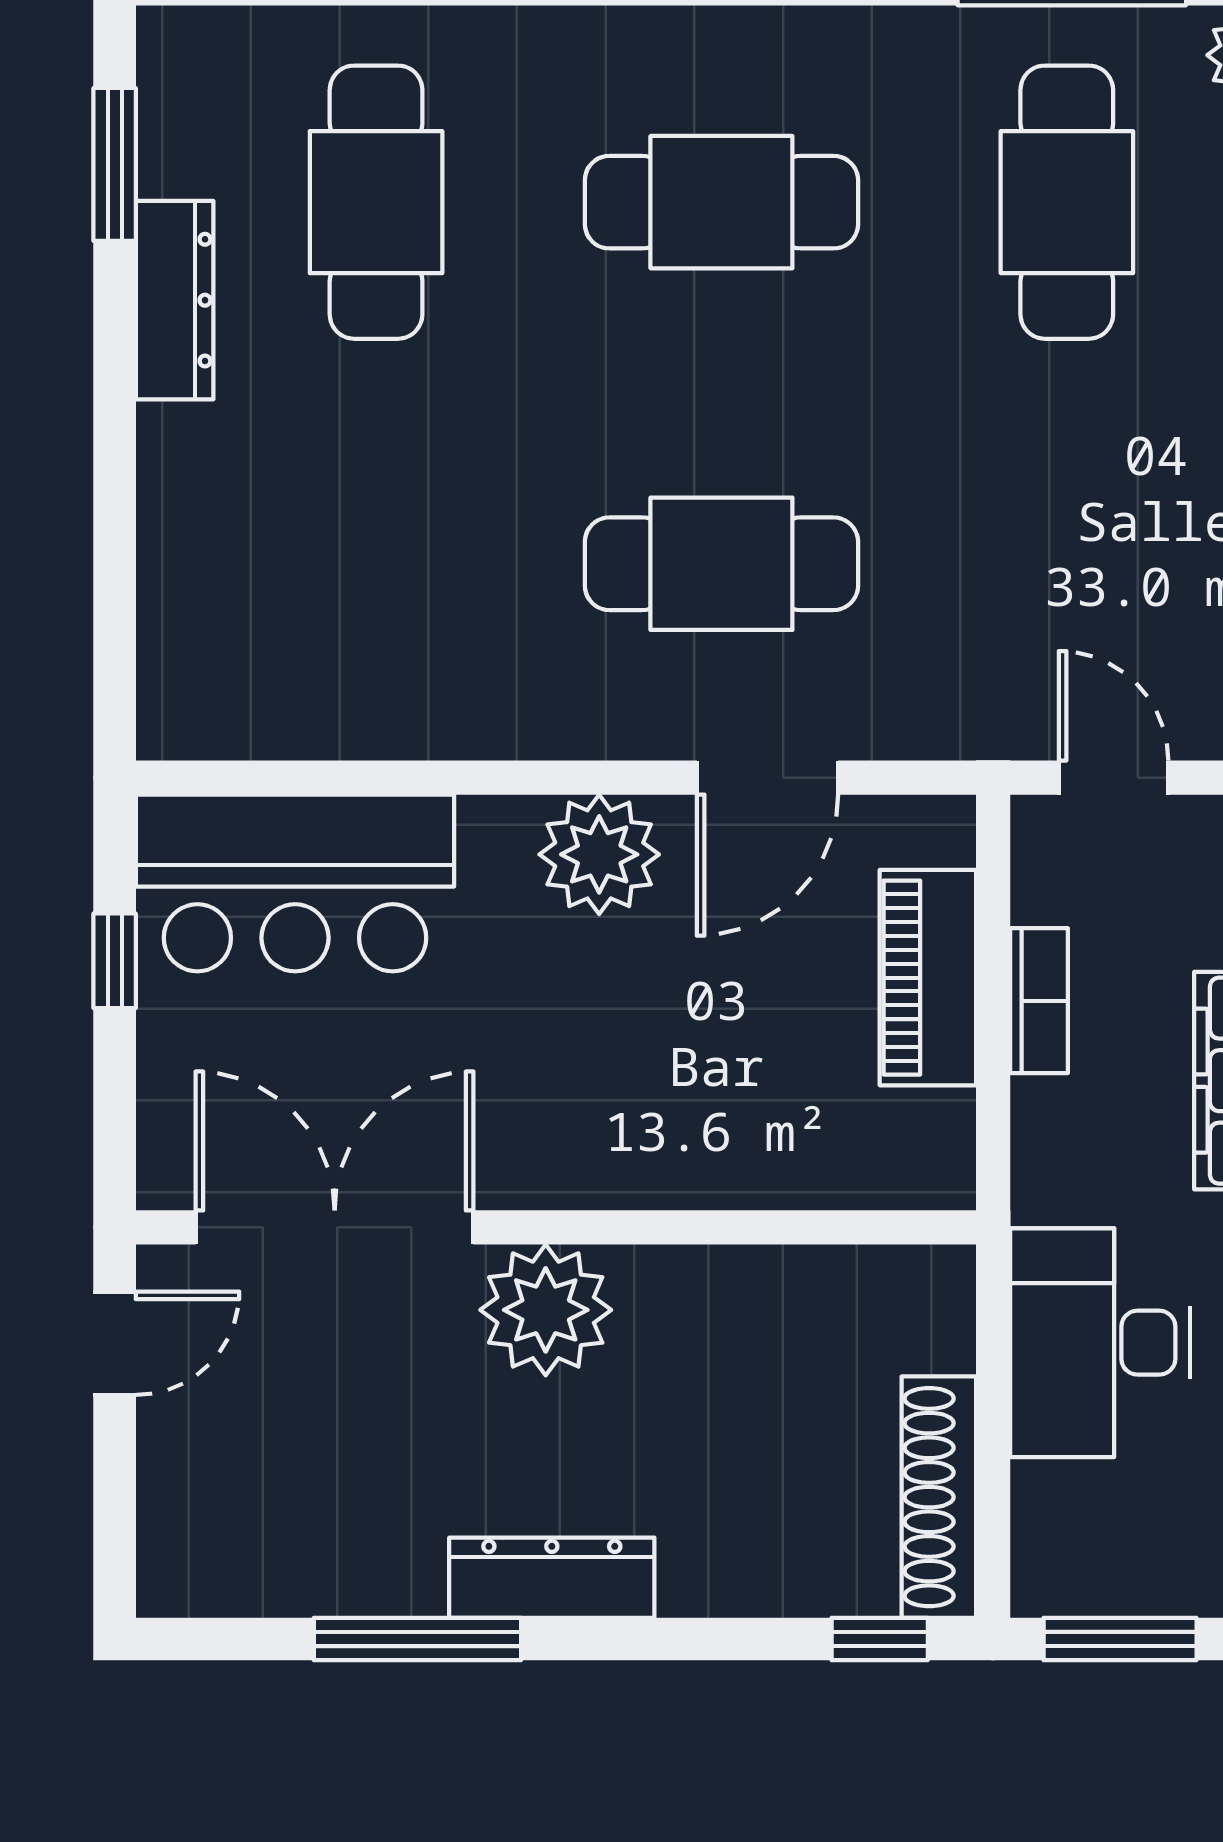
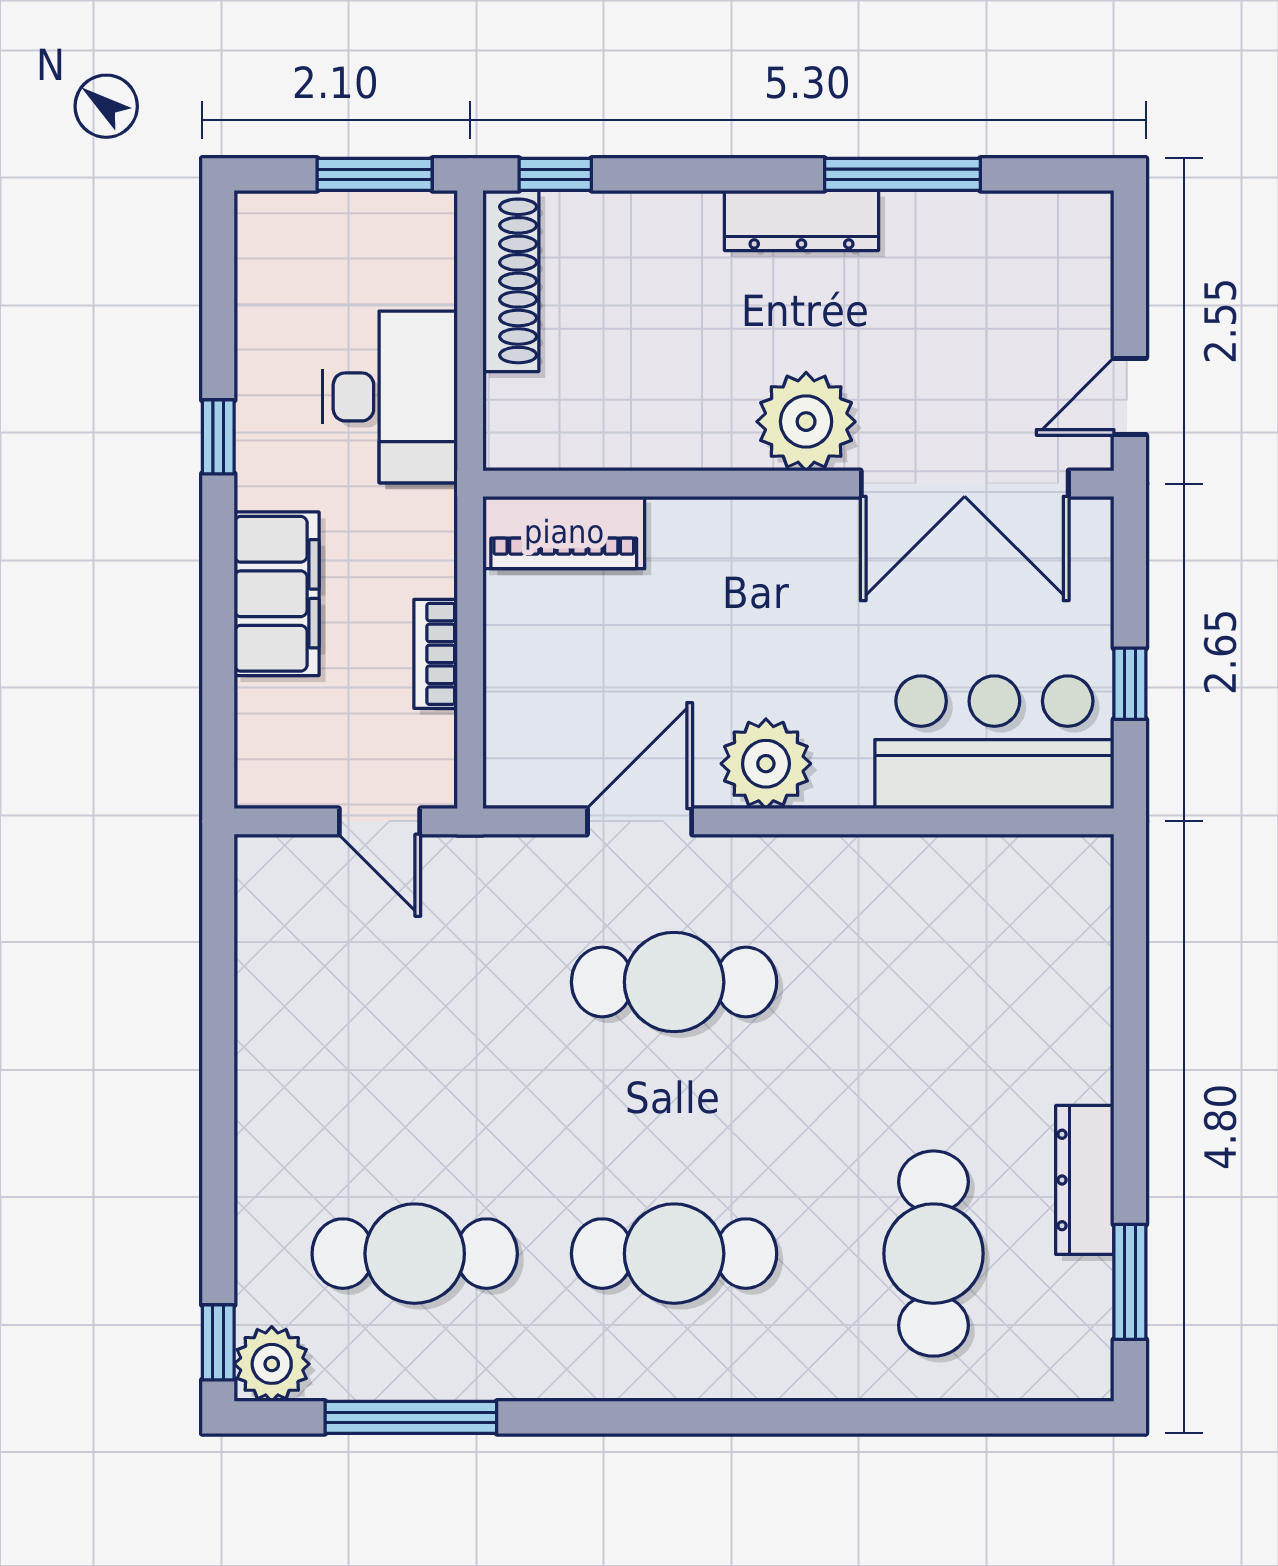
cafe table: (1067, 202) -> (415, 1254), turned 90
piano: (928, 978) -> (564, 532), moved, turned 90

